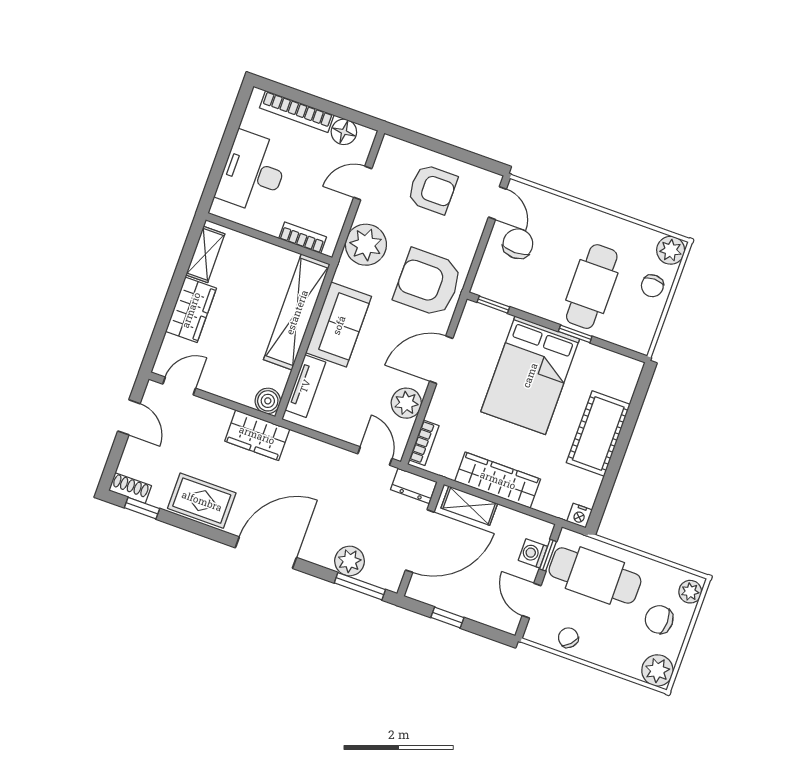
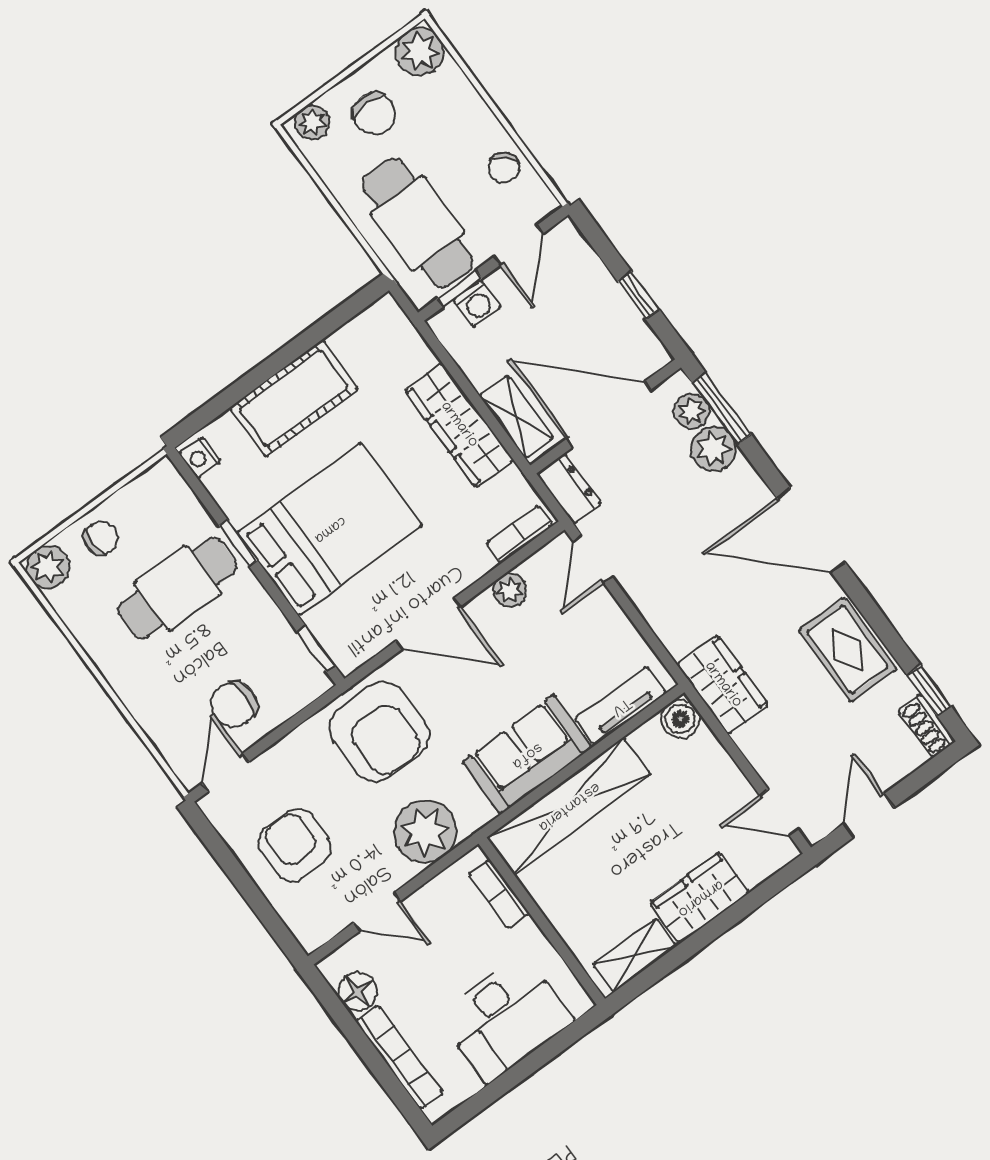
plant: (406, 403) -> (510, 590), width x0.73, depth x0.73
nightstand: (580, 516) -> (200, 458), moved, turned 180
plant: (375, 574) -> (692, 411), added

